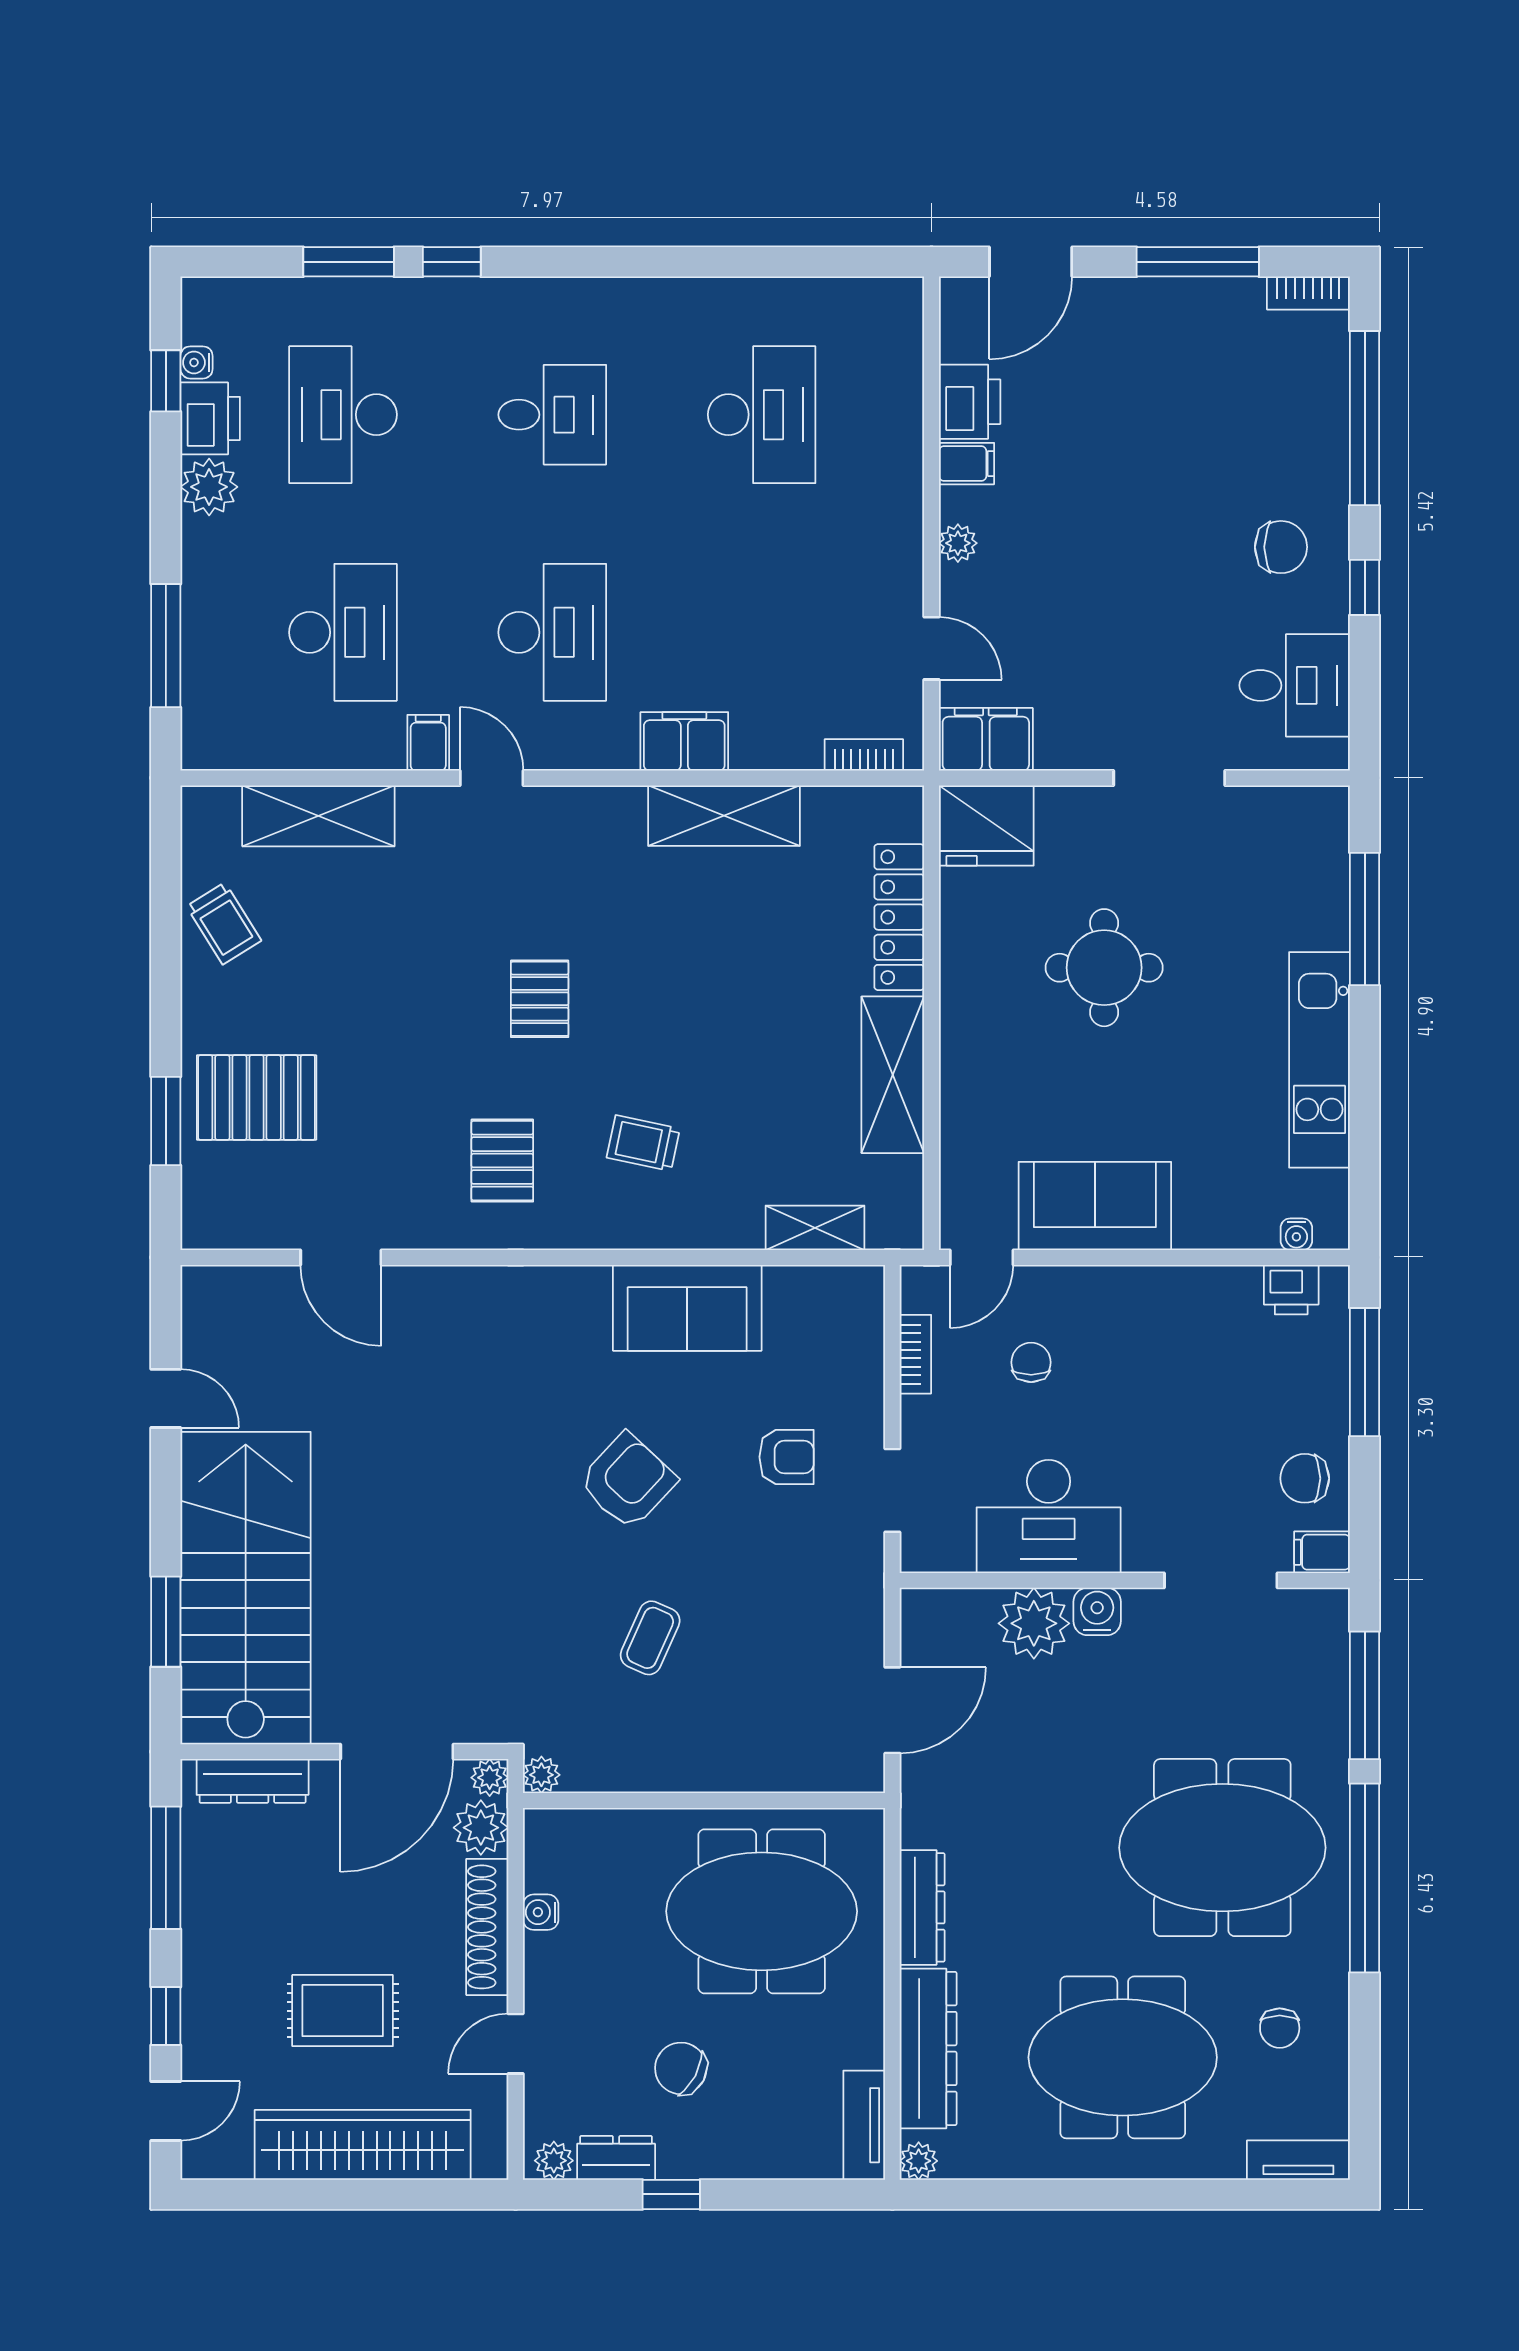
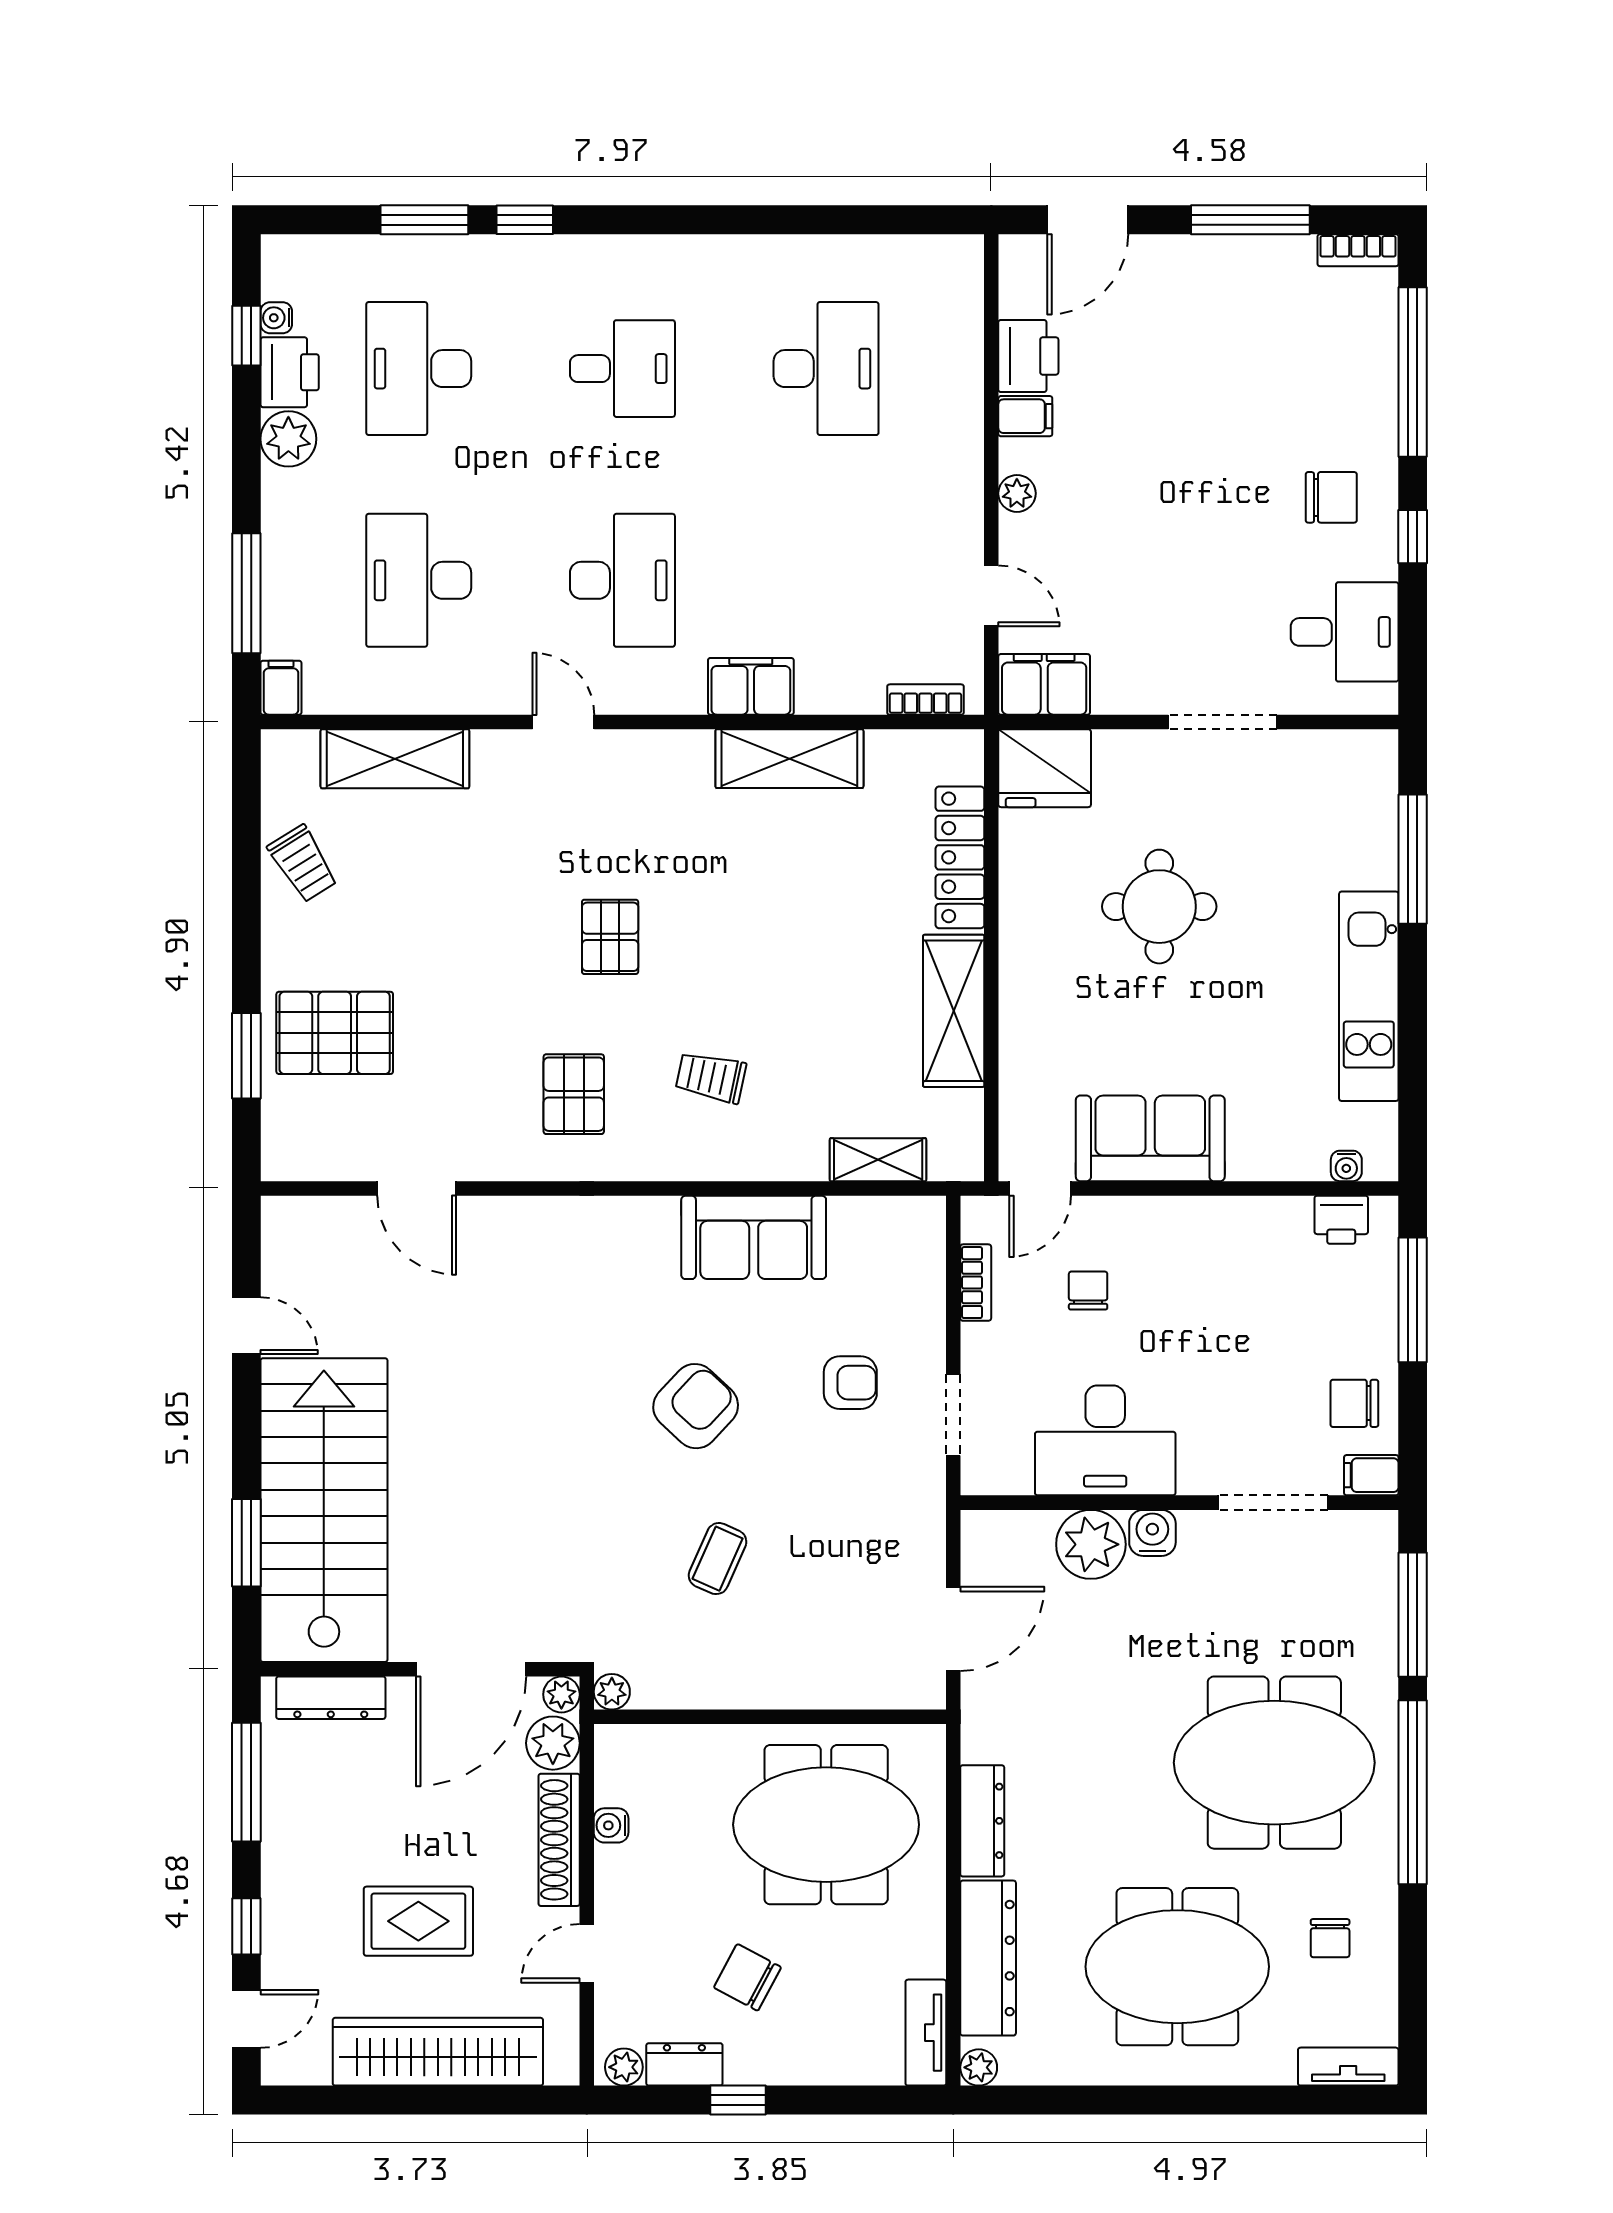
desk: (343, 632) -> (419, 580), turned 180
filing cabinet: (428, 743) -> (281, 688), moved

